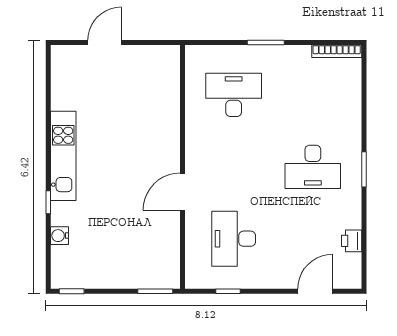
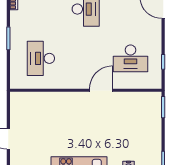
door: (182, 192) -> (101, 90), swing flipped

